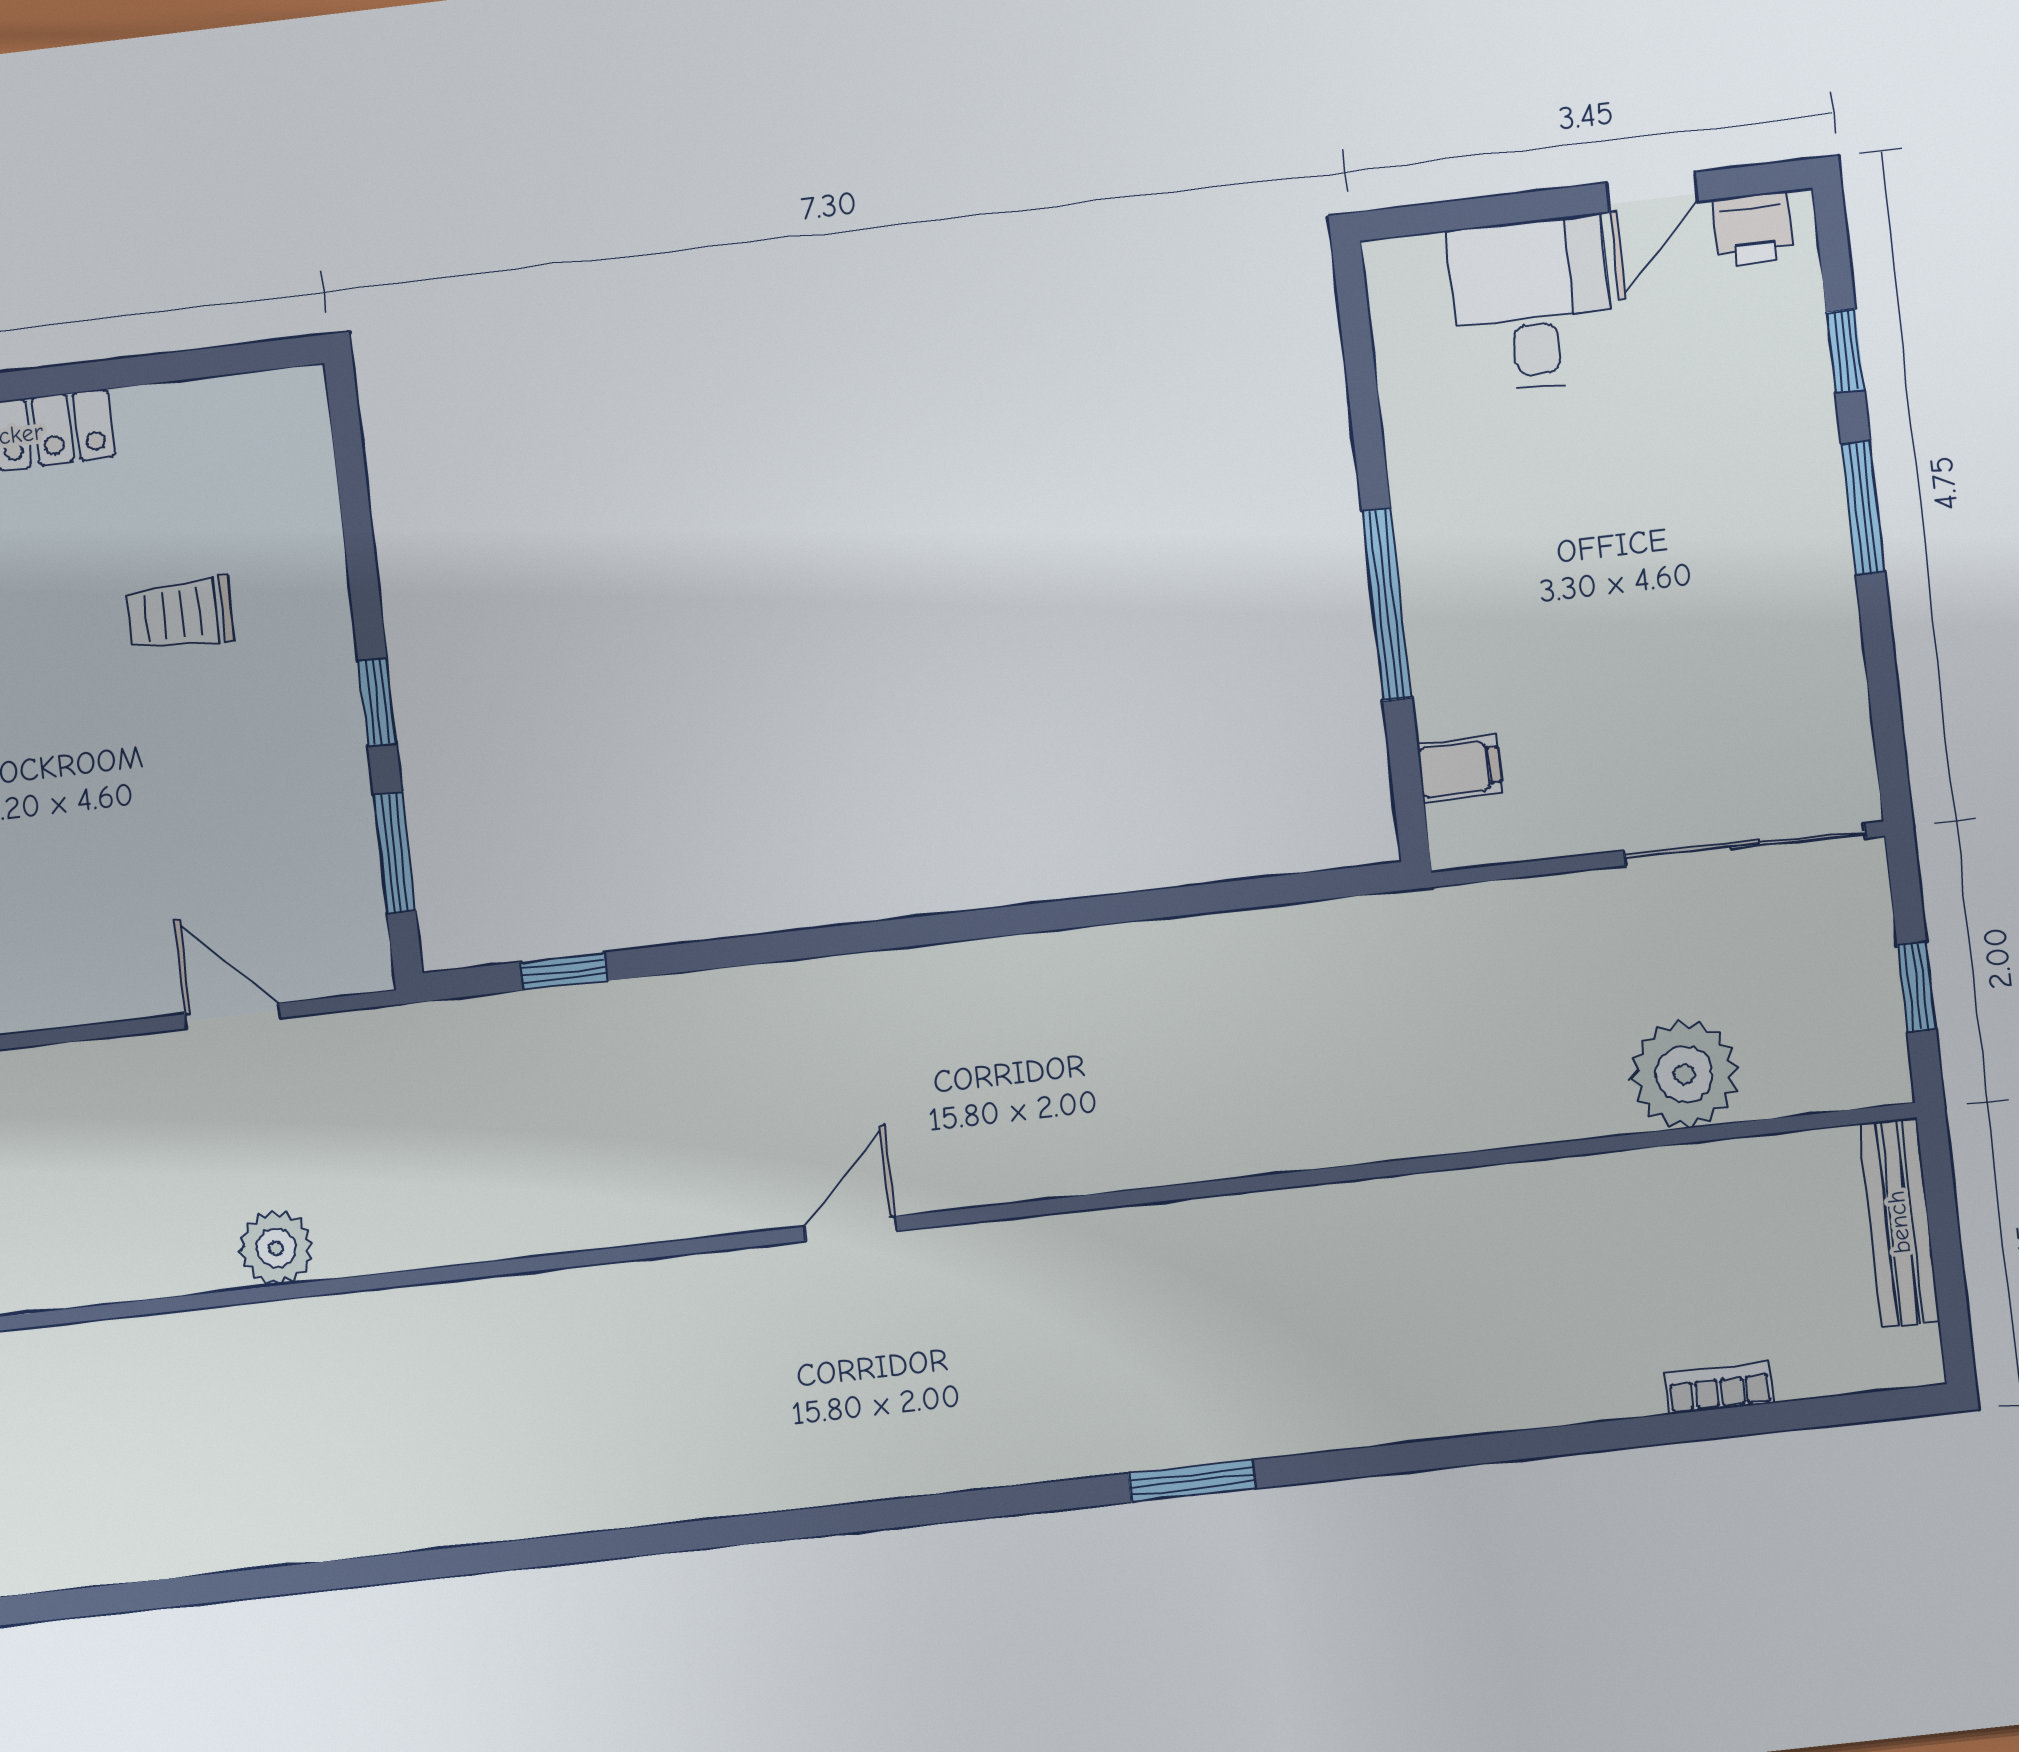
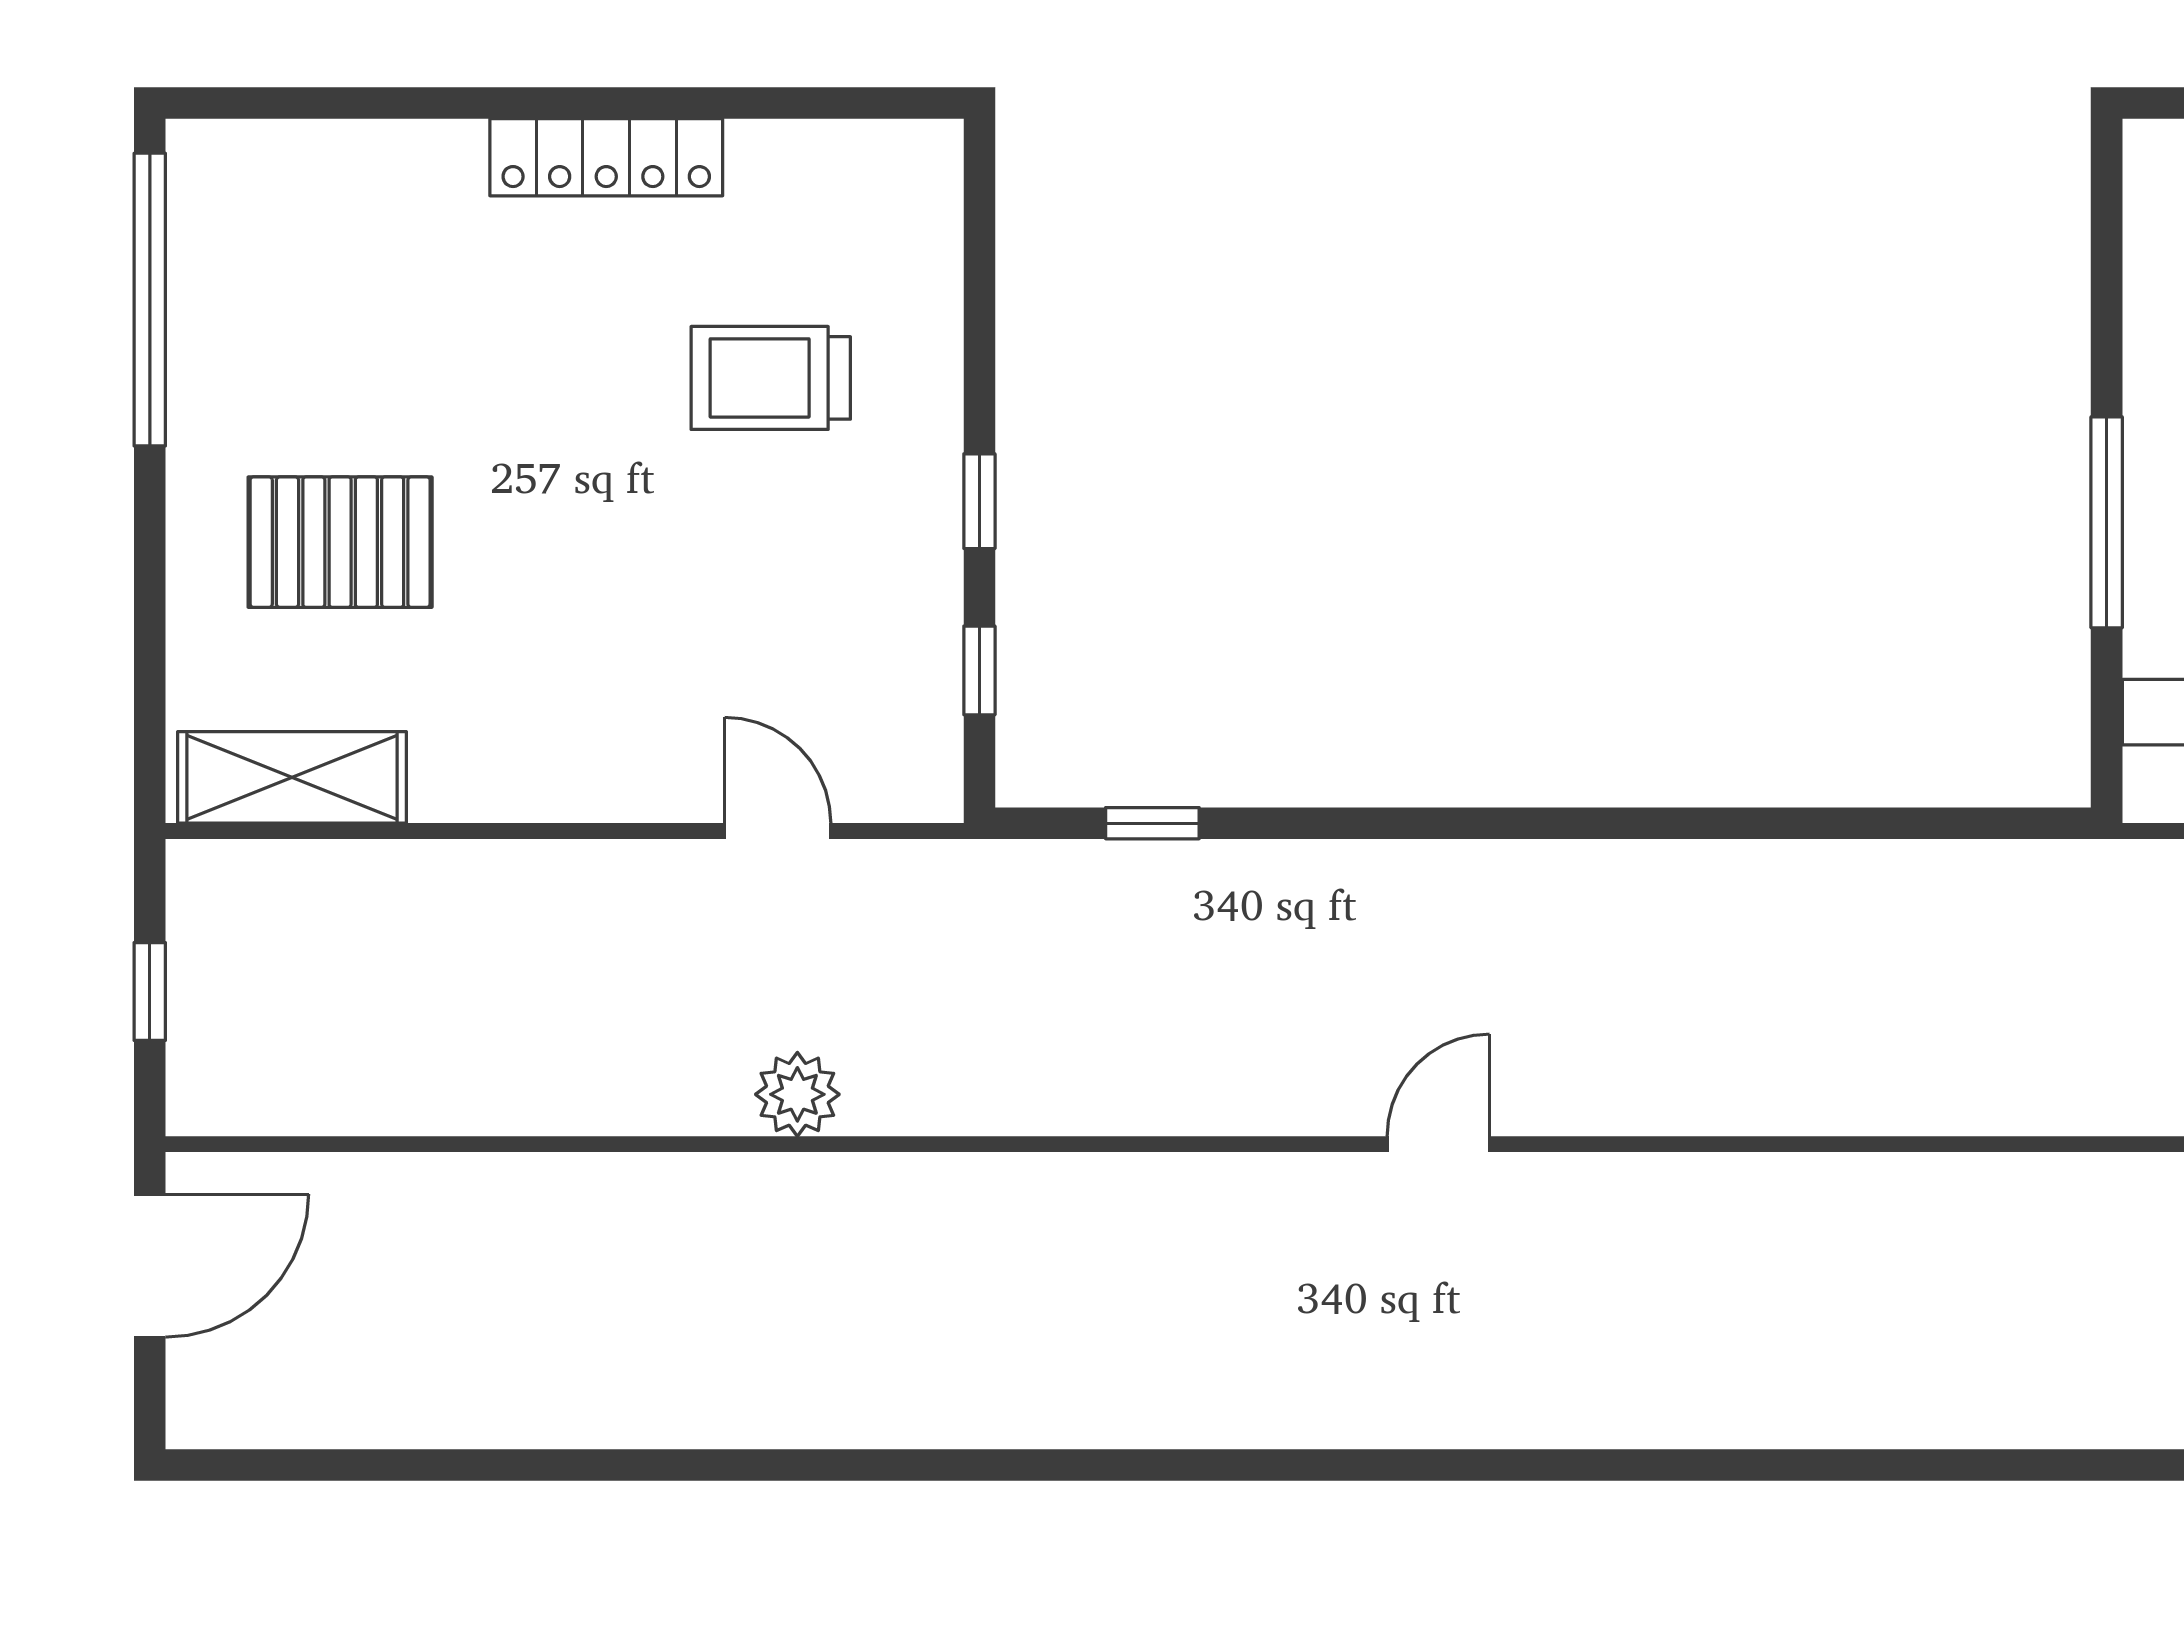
trolley: (180, 614) -> (771, 378), width x1.36, depth x1.39
window: (395, 853) -> (979, 670), width x0.67
window: (1192, 1481) -> (1784, 1465), removed

